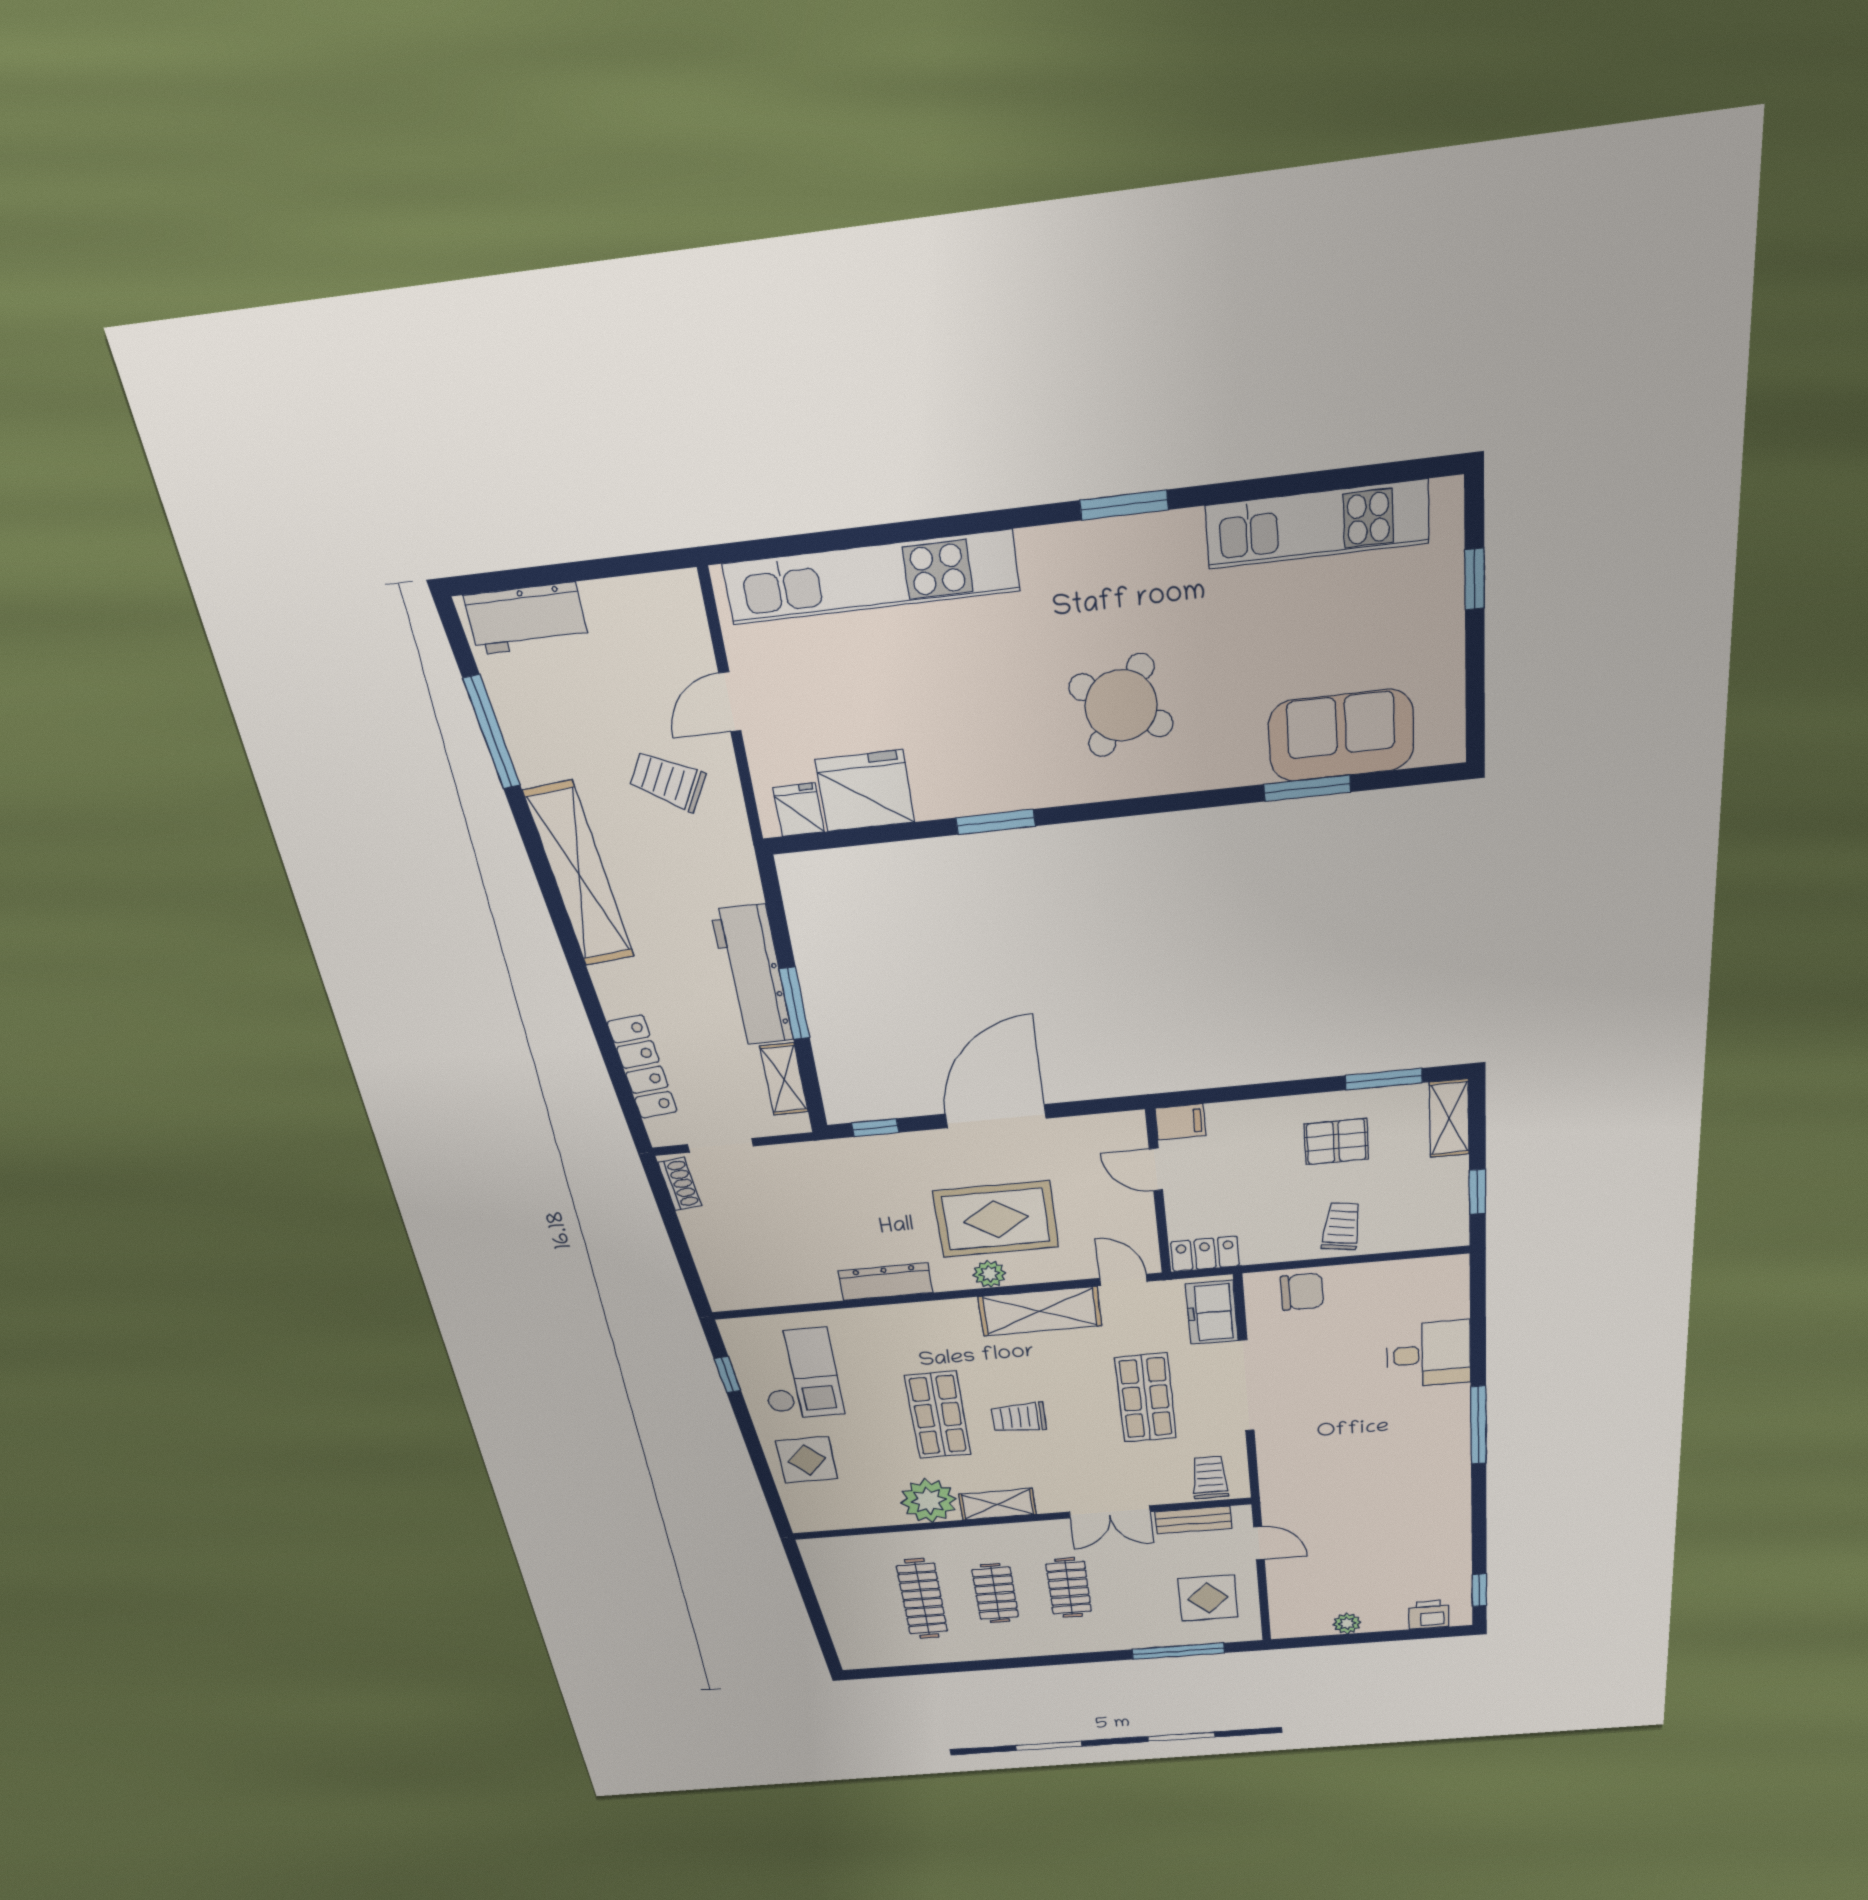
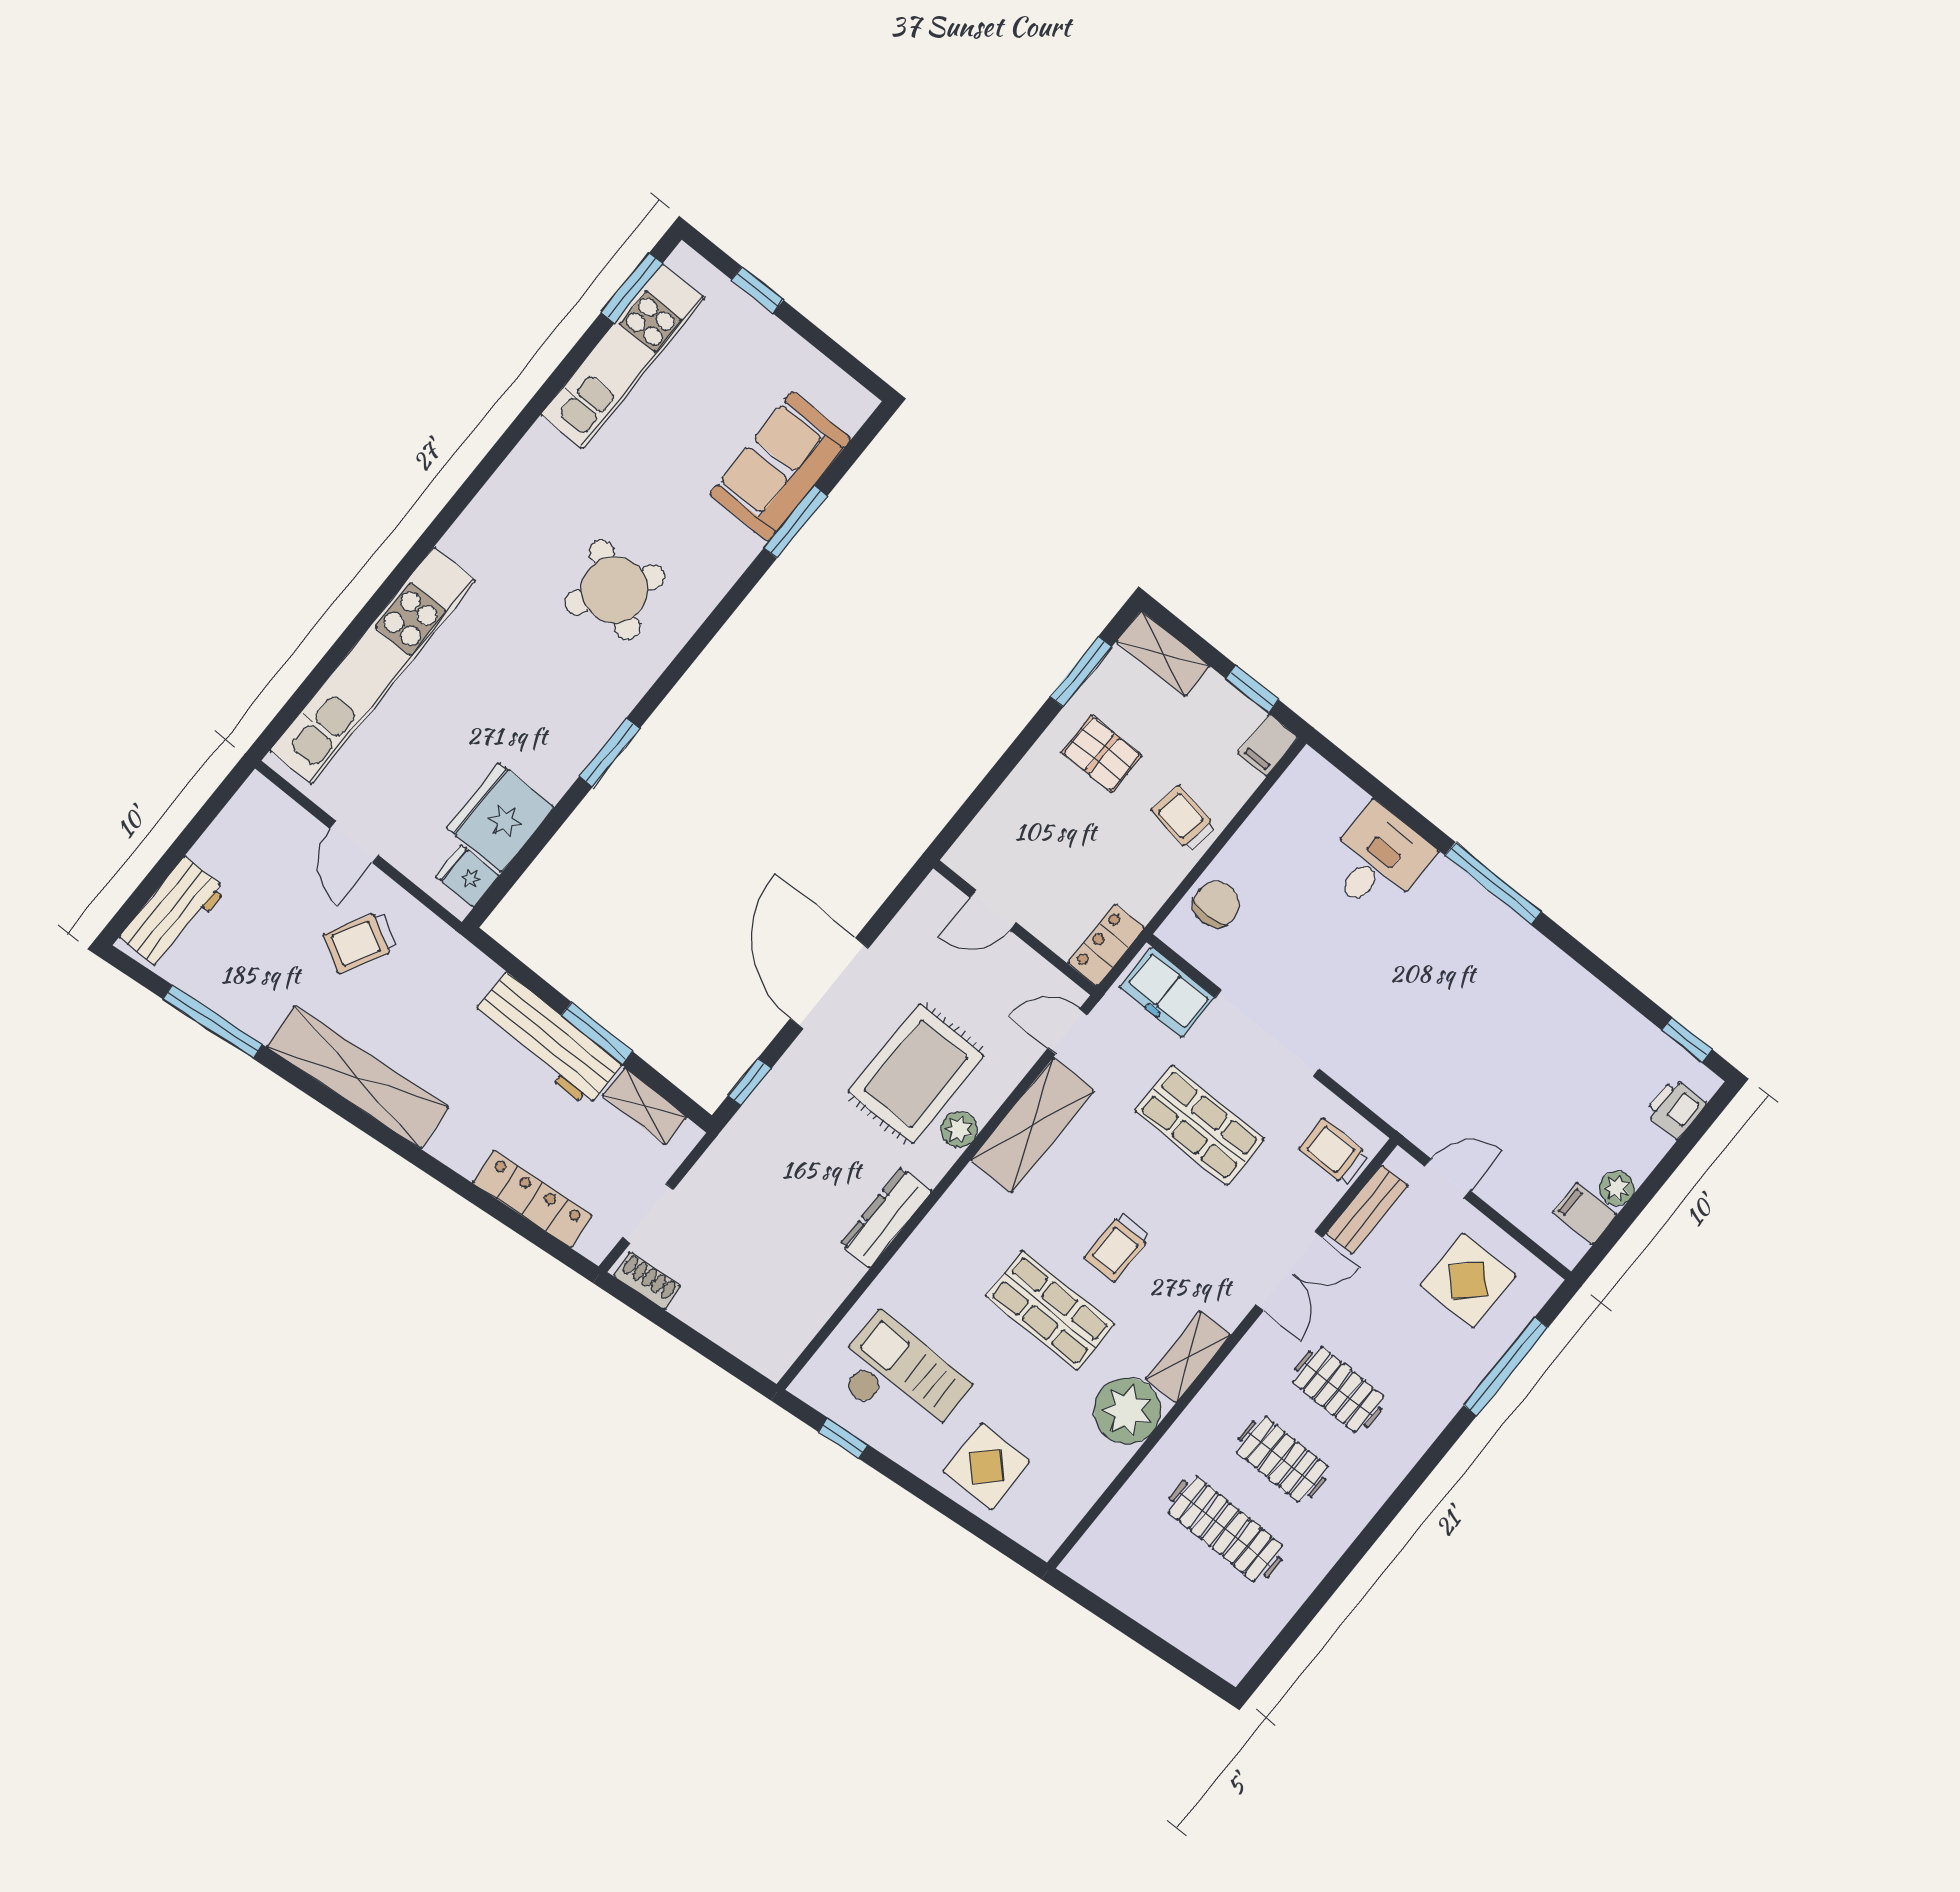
window: (1124, 505) -> (632, 288), moved
filing cabinet: (1180, 1122) -> (1268, 745), moved, turned 180
pallet: (1336, 1142) -> (1102, 754), turned 90
filing cabinet: (1314, 1620) -> (1585, 1214), added

